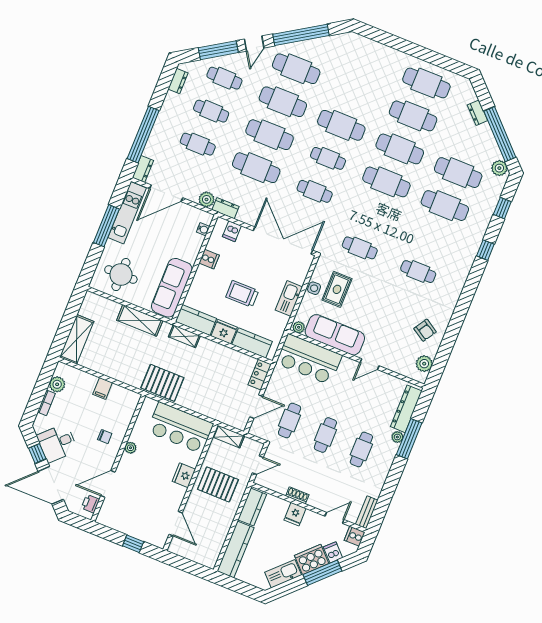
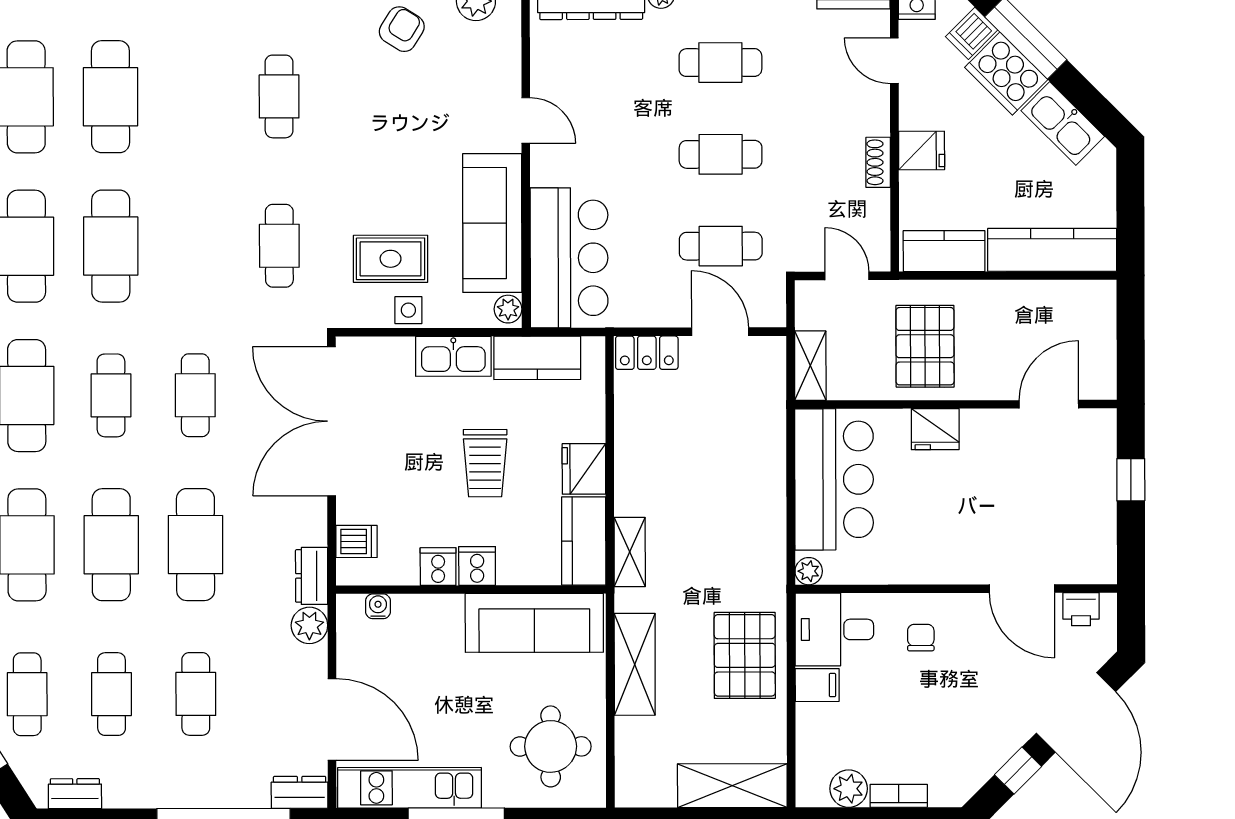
cooker: (203, 274) -> (477, 566), added
kitchen counter: (252, 343) -> (537, 358), moved, turned -90
pallet: (162, 383) -> (745, 655), moved
desk: (57, 443) -> (834, 629), moved, turned 135
plant: (130, 448) -> (809, 571), moved

